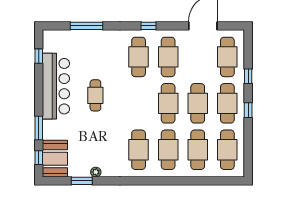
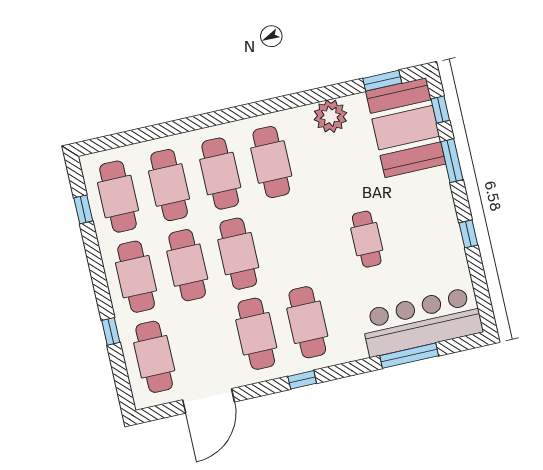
window: (39, 56) -> (468, 234), moved
bar counter: (56, 86) -> (422, 322), moved, turned 90
window: (248, 110) -> (83, 209), moved
booth: (55, 159) -> (406, 128), width x1.36, depth x1.42
plant: (96, 172) -> (330, 116), width x1.87, depth x1.87
window: (82, 181) -> (382, 81), moved

